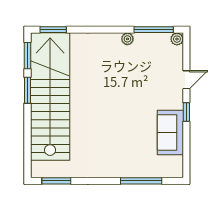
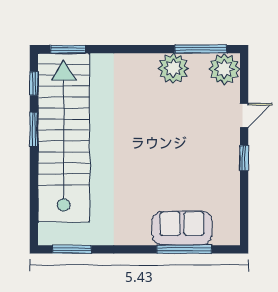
plant: (127, 39) -> (173, 68), width x1.88, depth x1.88
plant: (177, 39) -> (224, 69), width x1.88, depth x1.88
window: (28, 56) -> (34, 83), width x0.67
sofa: (170, 133) -> (182, 228), moved, turned 90

